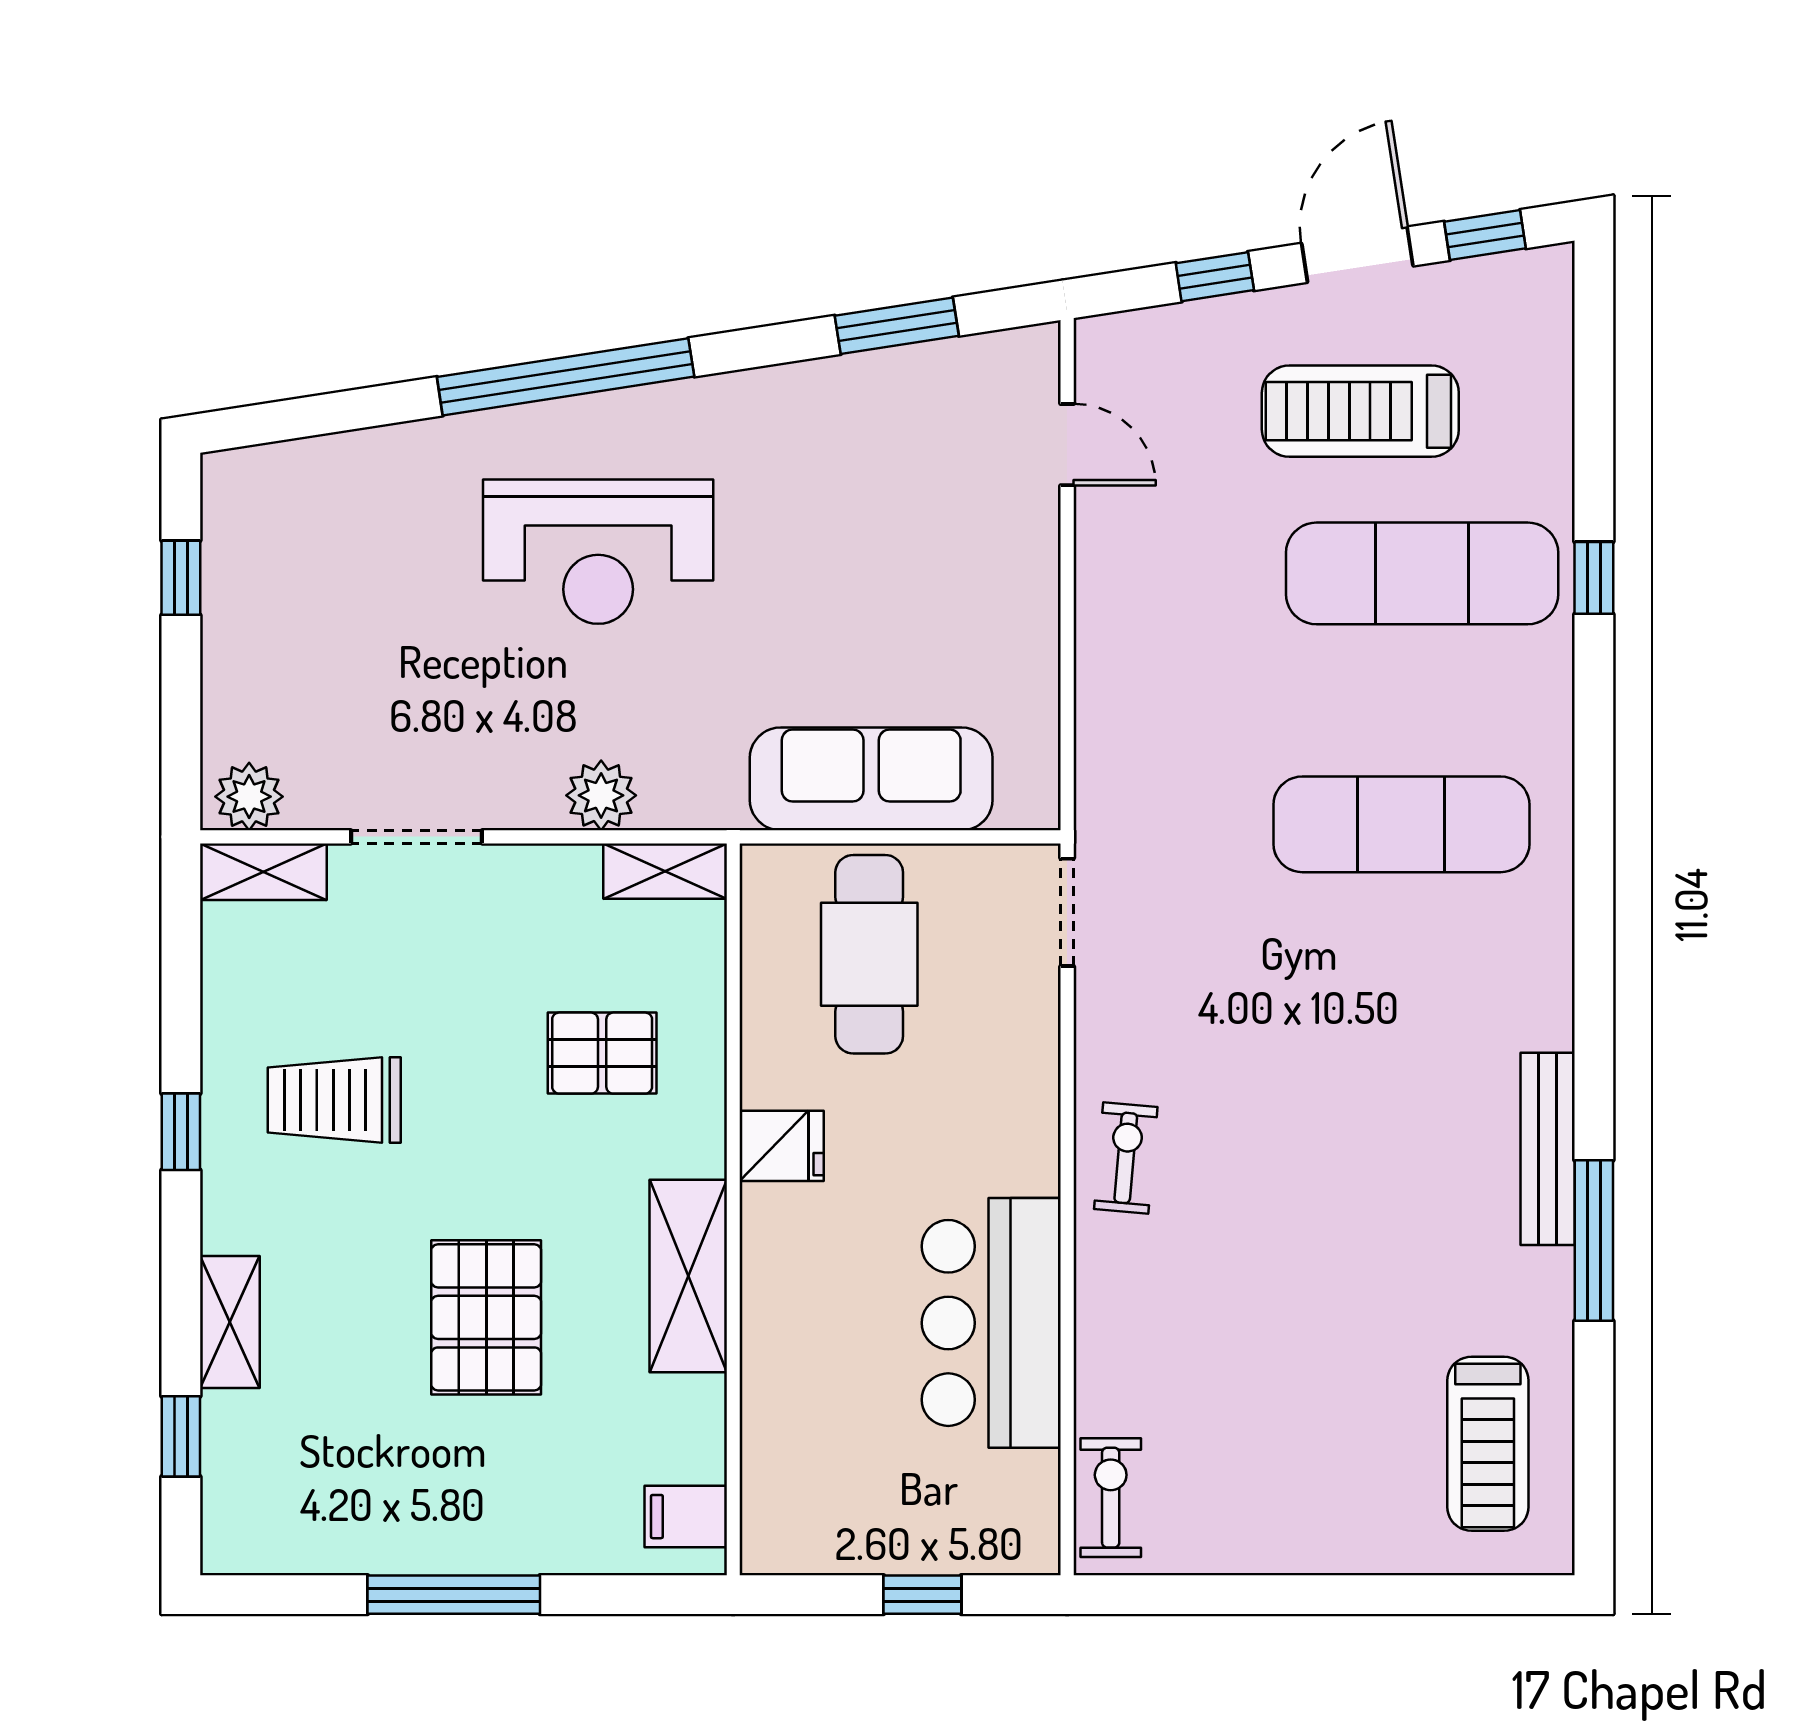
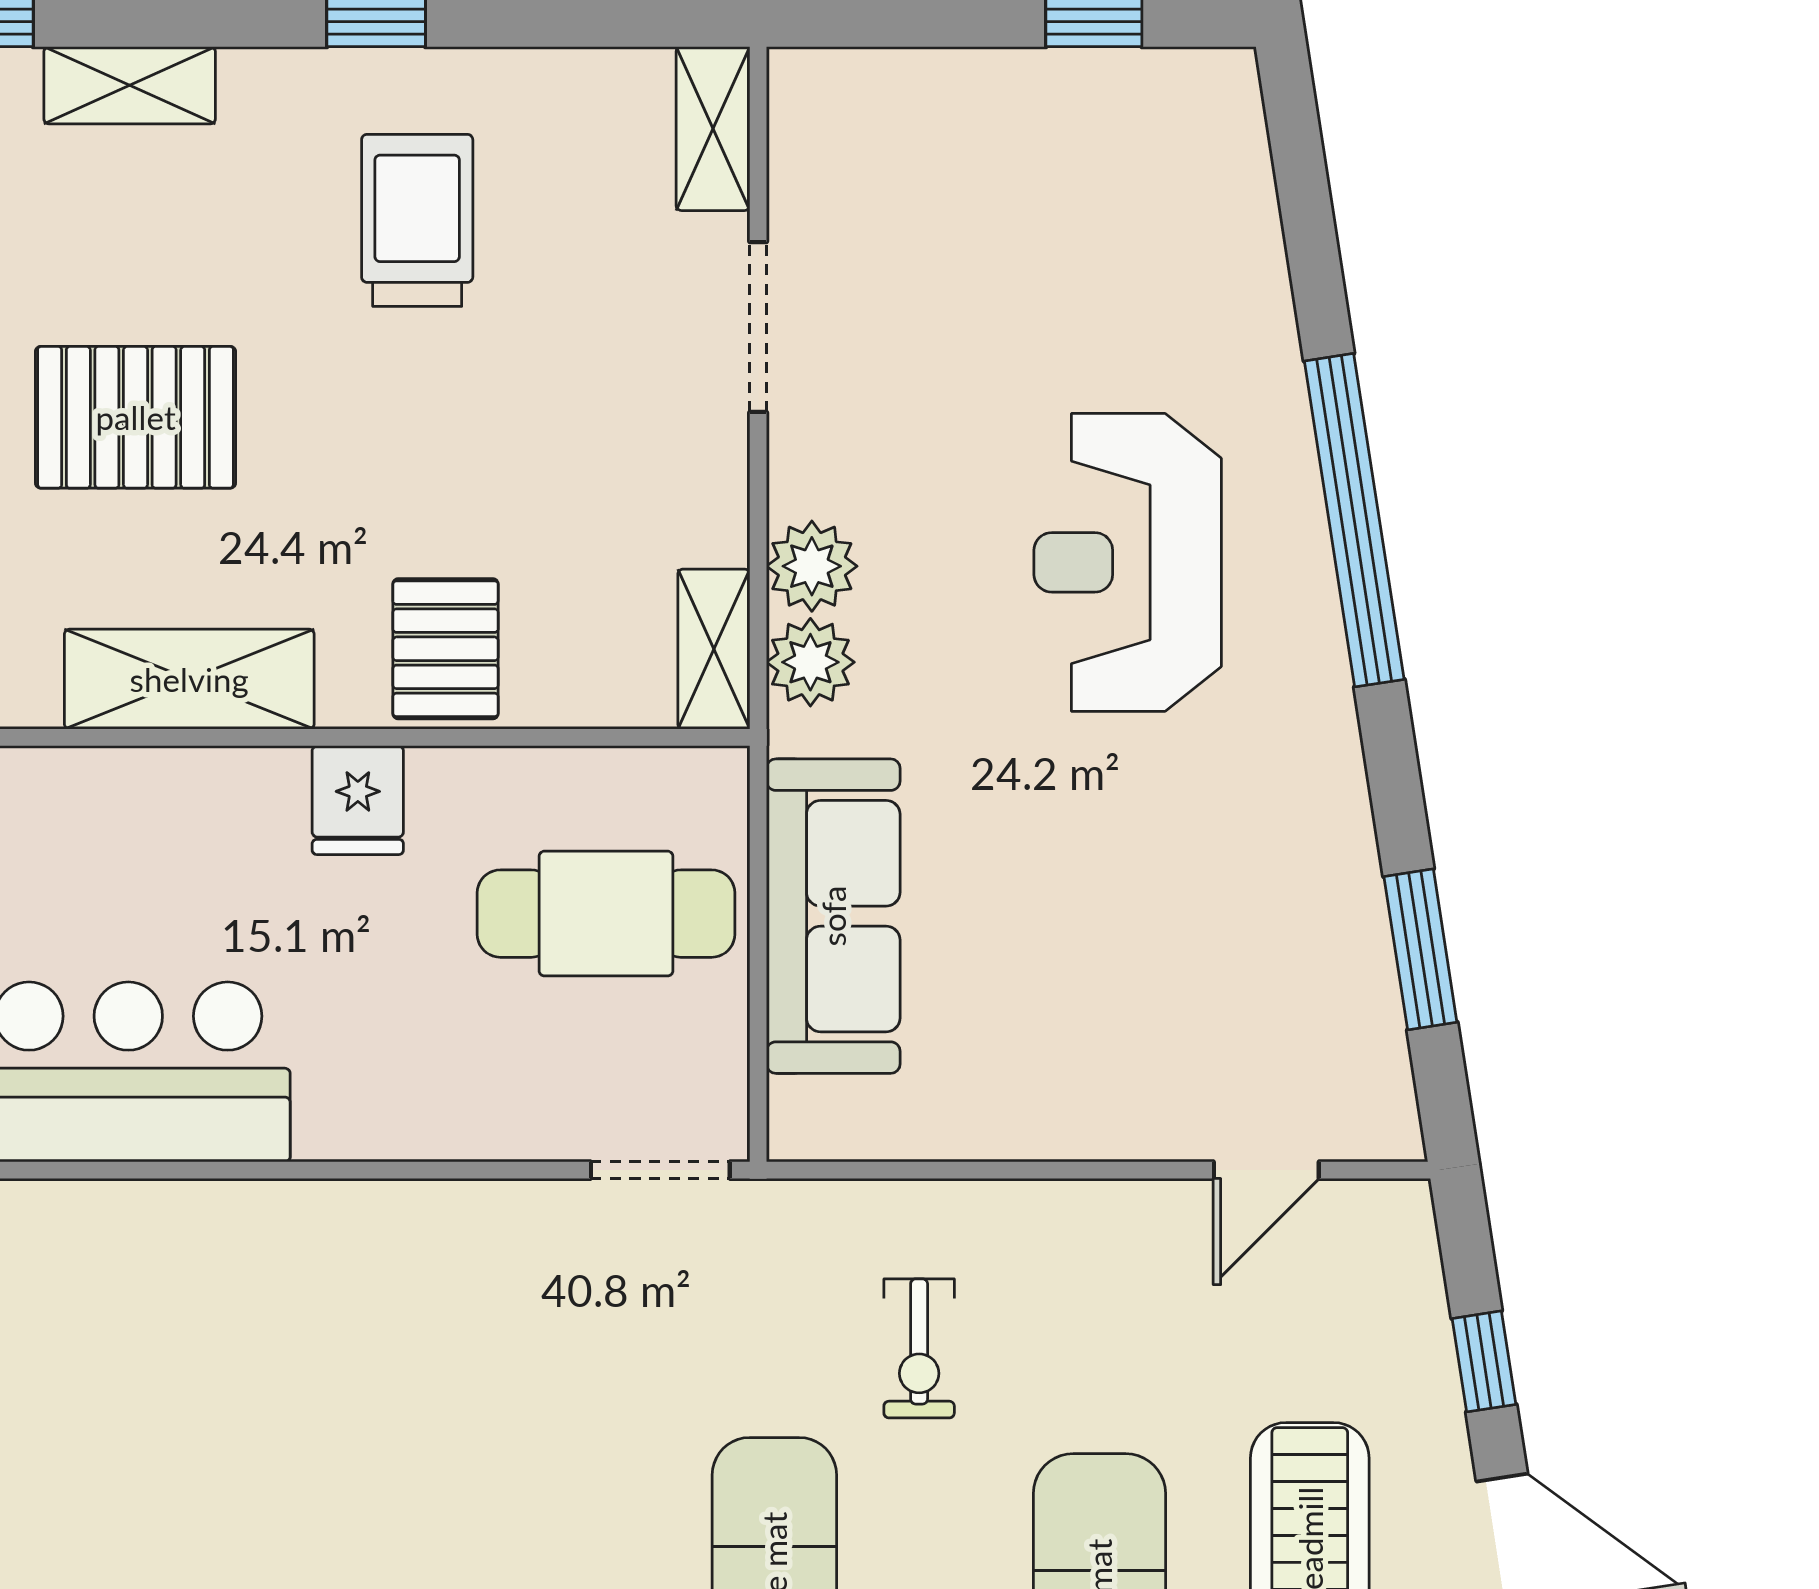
plant: (249, 797) -> (810, 662), moved
pallet: (602, 1053) -> (445, 649), moved
exercise bike: (1126, 1158) -> (919, 1348), moved, turned 85

